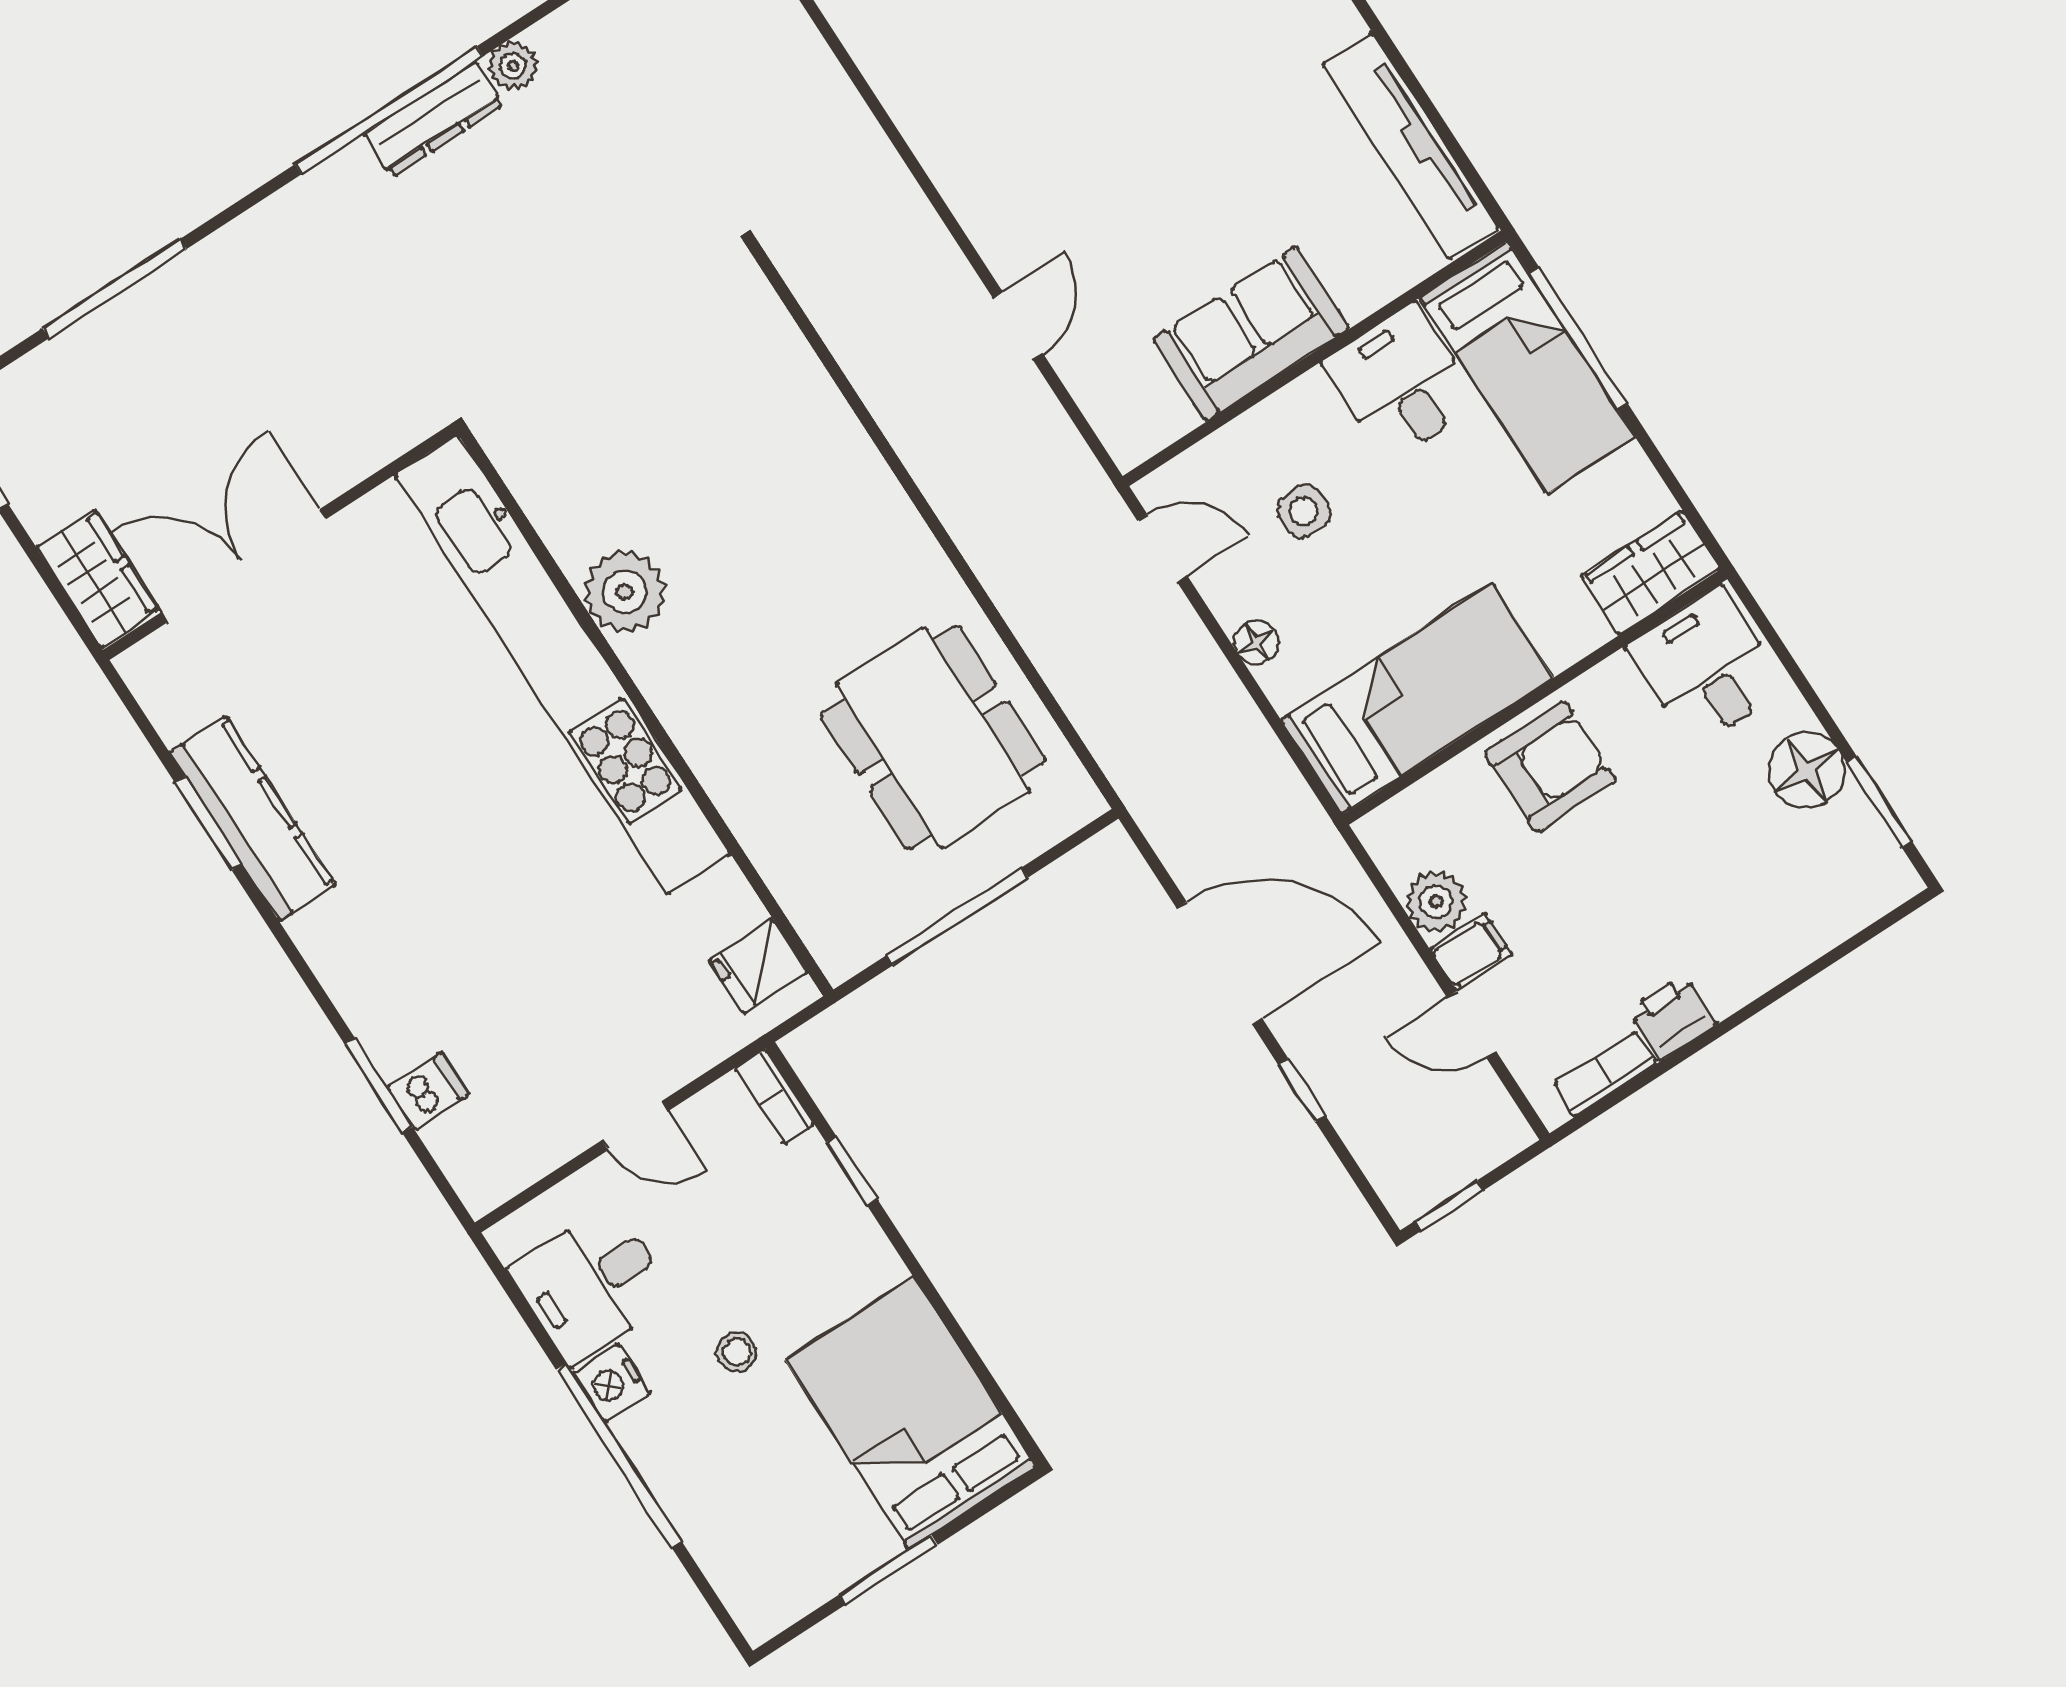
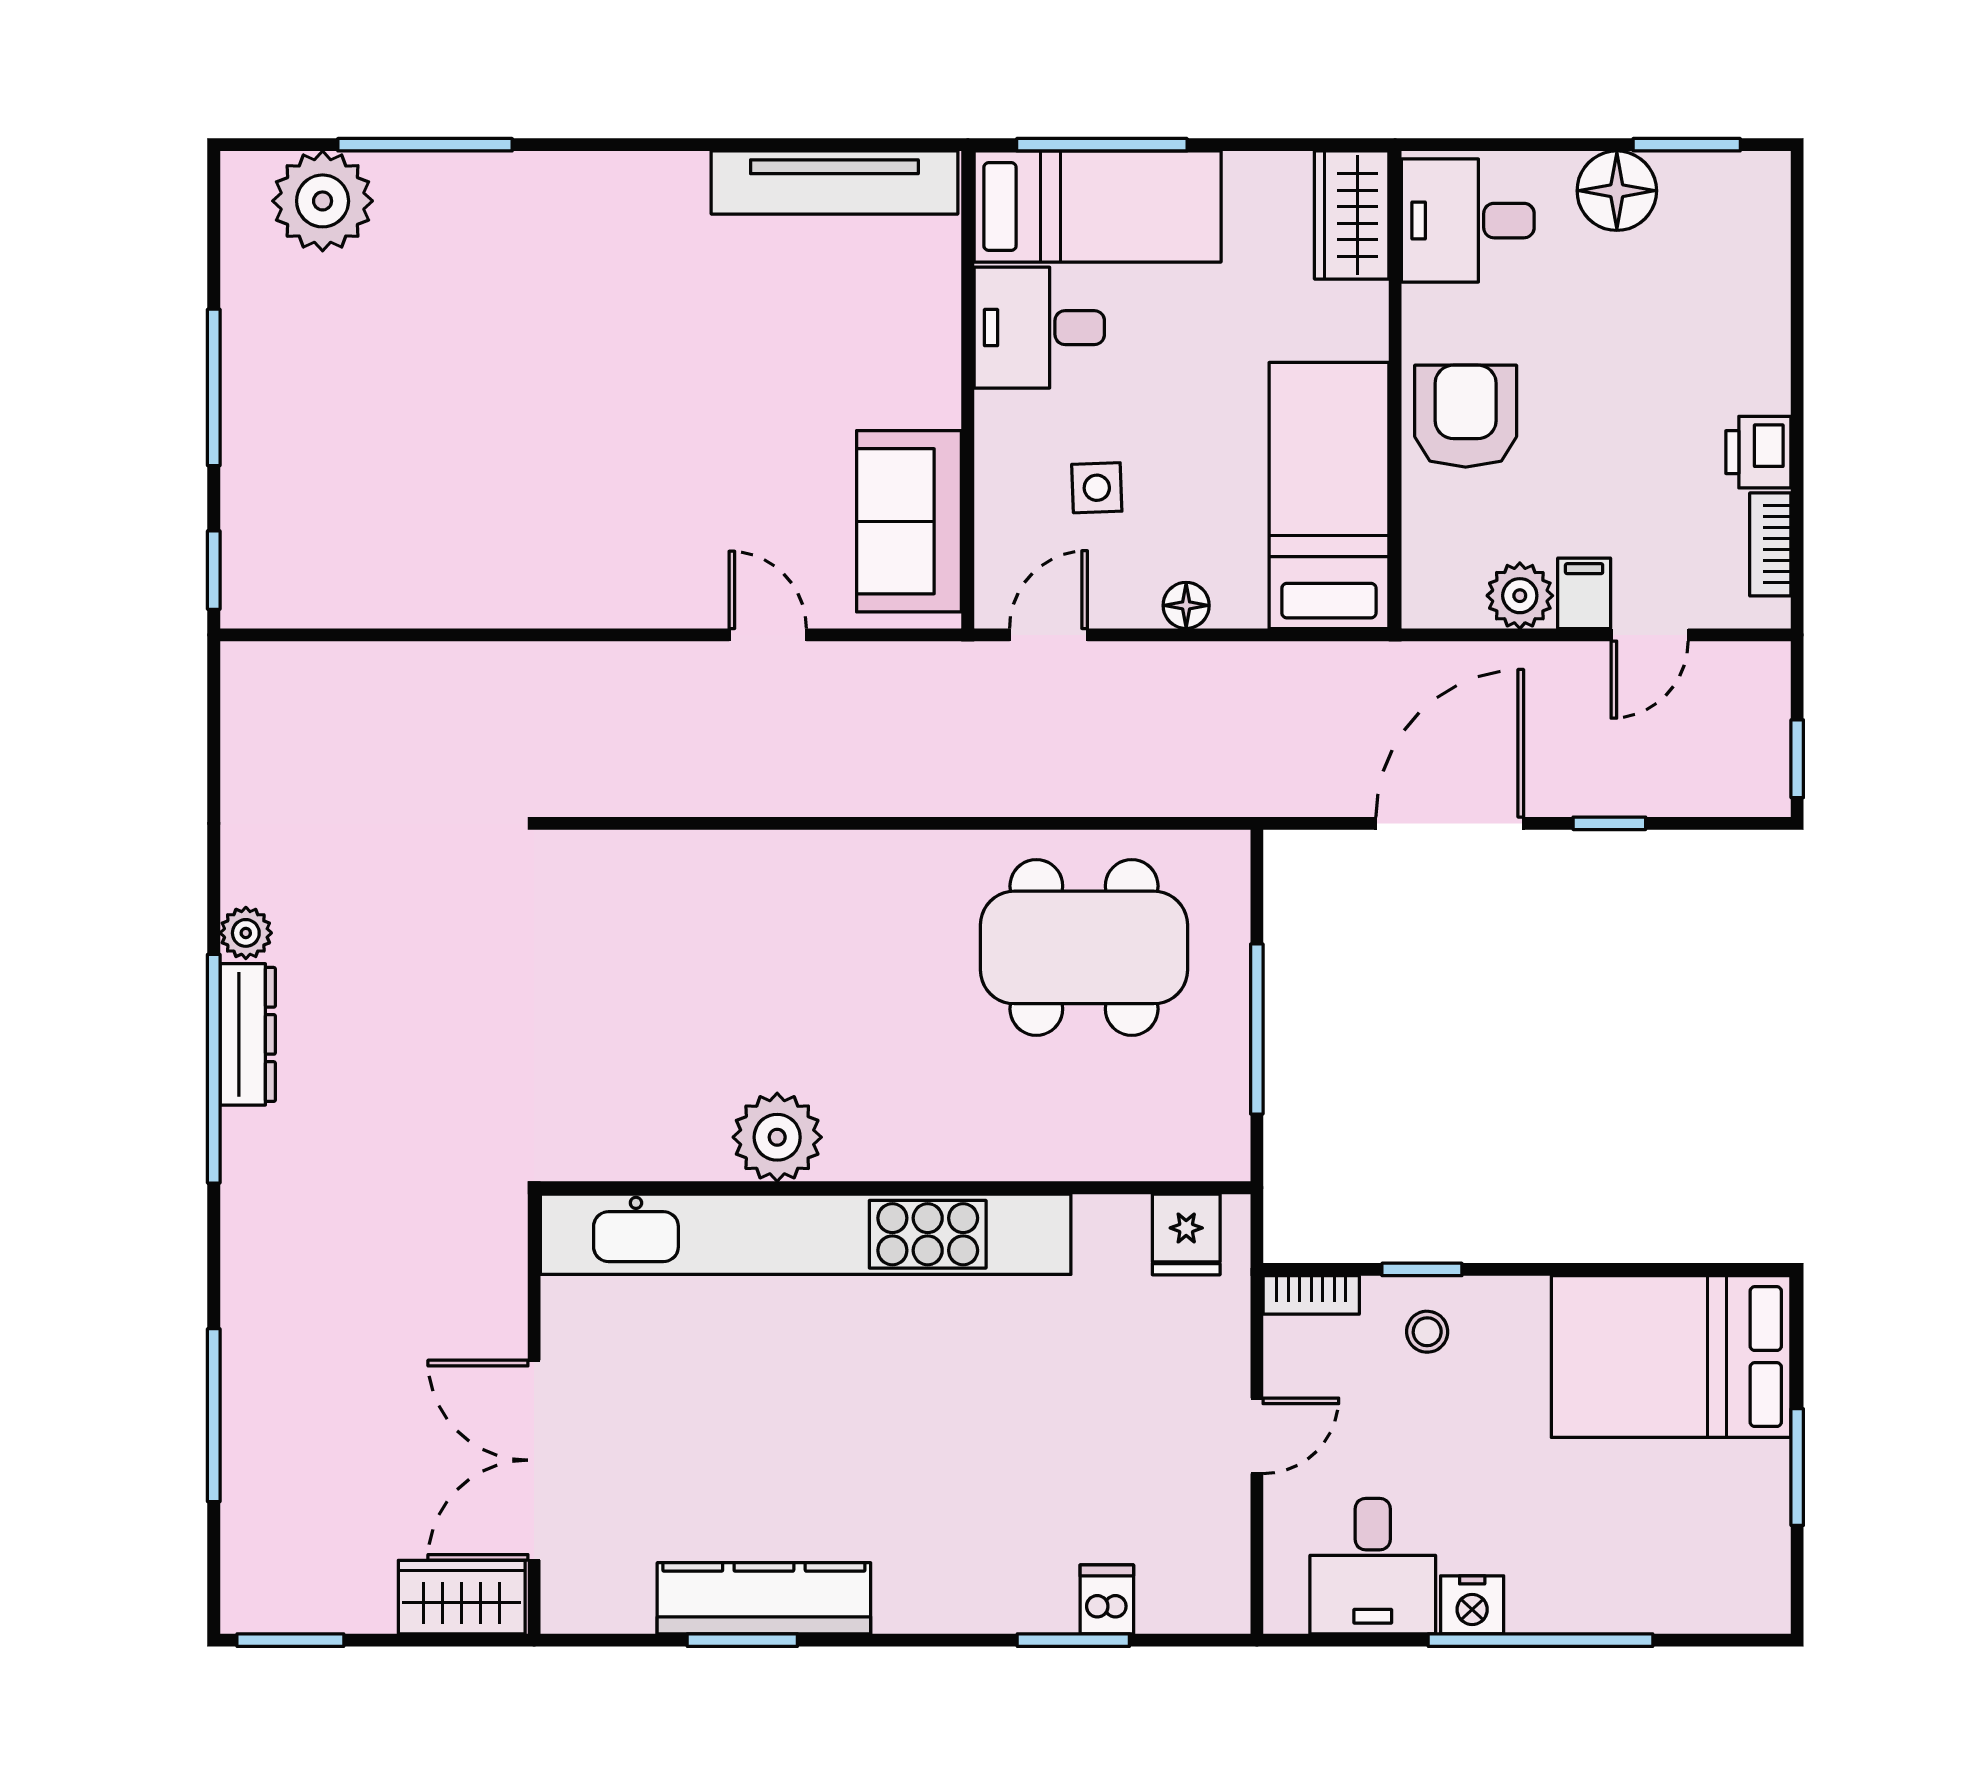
sofa: (1251, 334) -> (909, 521), moved
stool: (737, 1352) -> (1427, 1332), moved

